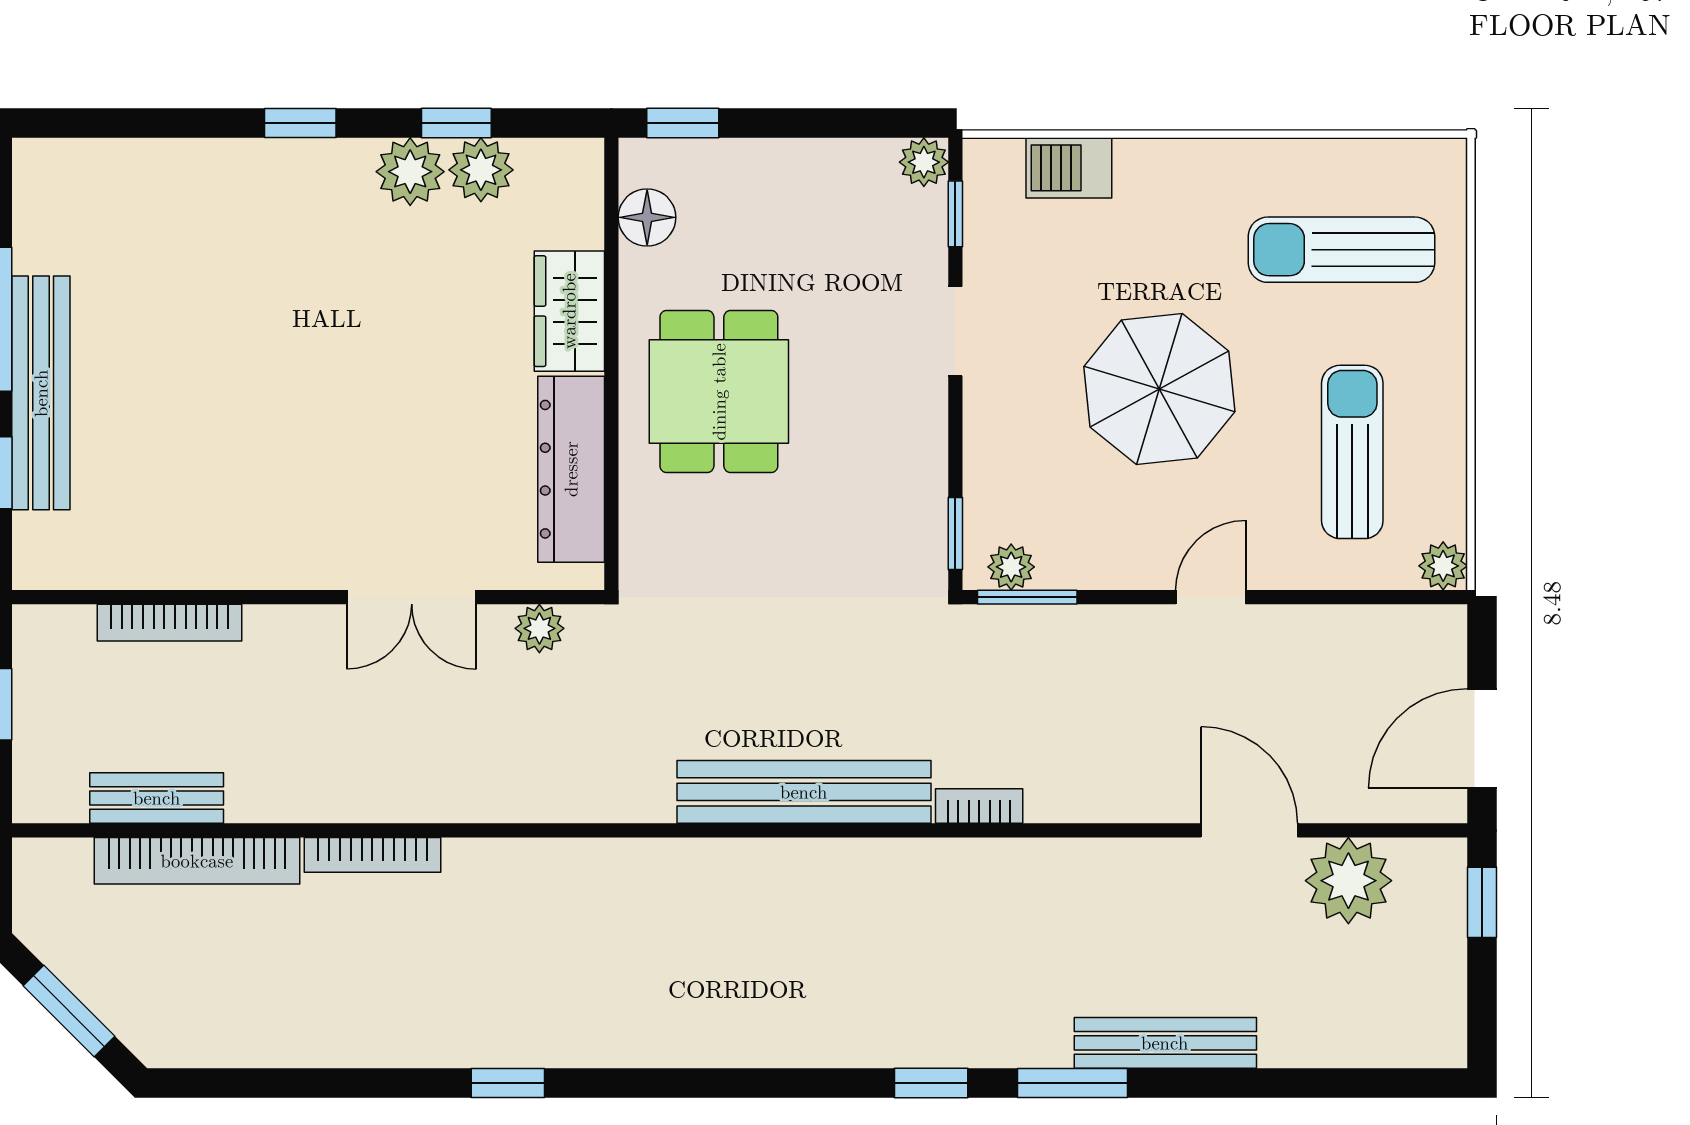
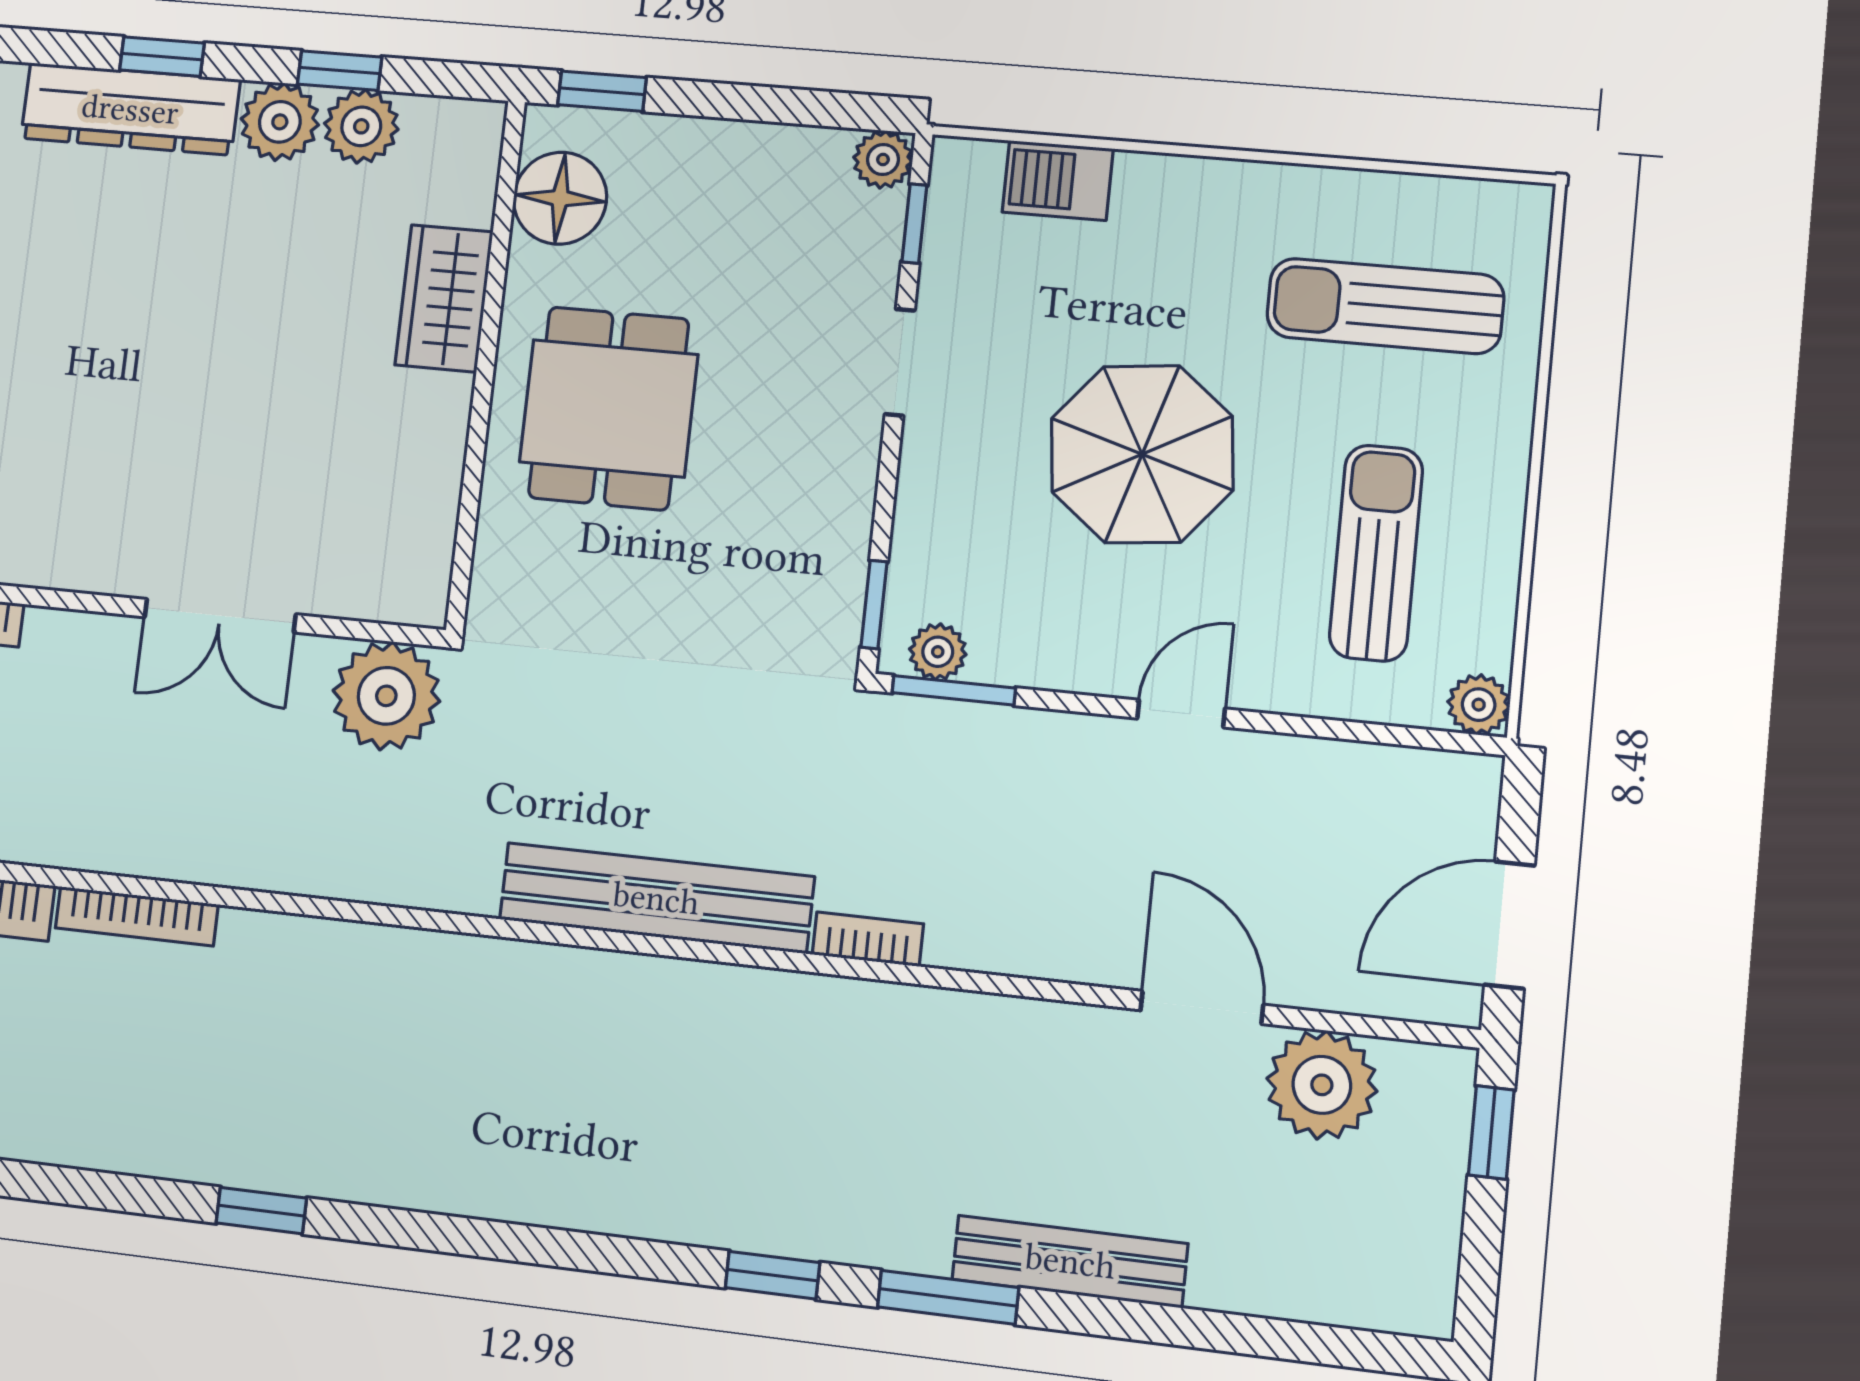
floor lamp: (647, 217) -> (560, 198), width x1.38, depth x1.38
dresser: (571, 469) -> (130, 109), moved, turned -90
plant: (539, 628) -> (386, 696), width x1.87, depth x1.87

